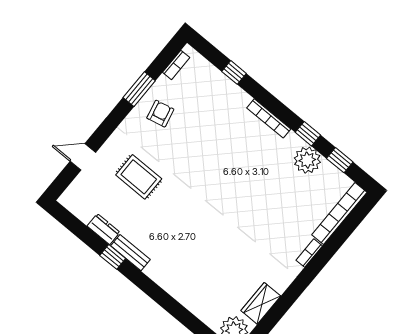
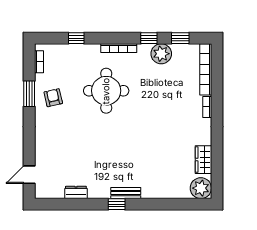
round table: (220, 151) -> (106, 91), added
door: (83, 157) -> (29, 175), moved
rug: (139, 177) -> (71, 145), removed
bench: (131, 253) -> (126, 193), moved
window: (113, 257) -> (117, 204), moved

